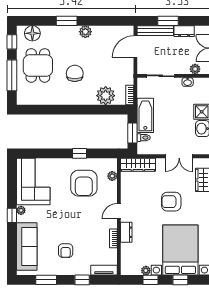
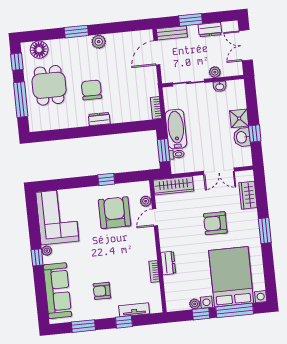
bench: (155, 31) -> (172, 33), width x0.73
plant: (195, 69) -> (215, 72), moved
plant: (106, 96) -> (129, 111), removed
dresser: (79, 100) -> (99, 119), added
armchair: (84, 183) -> (115, 213), turned 180
door: (119, 211) -> (155, 217), moved
armchair: (66, 251) -> (102, 291), turned 90
tv unit: (104, 270) -> (134, 310), moved
window: (180, 280) -> (235, 310), width x2.17

